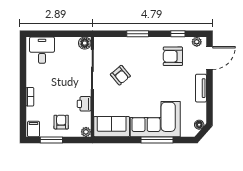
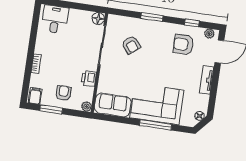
armchair: (120, 75) -> (131, 45), moved

